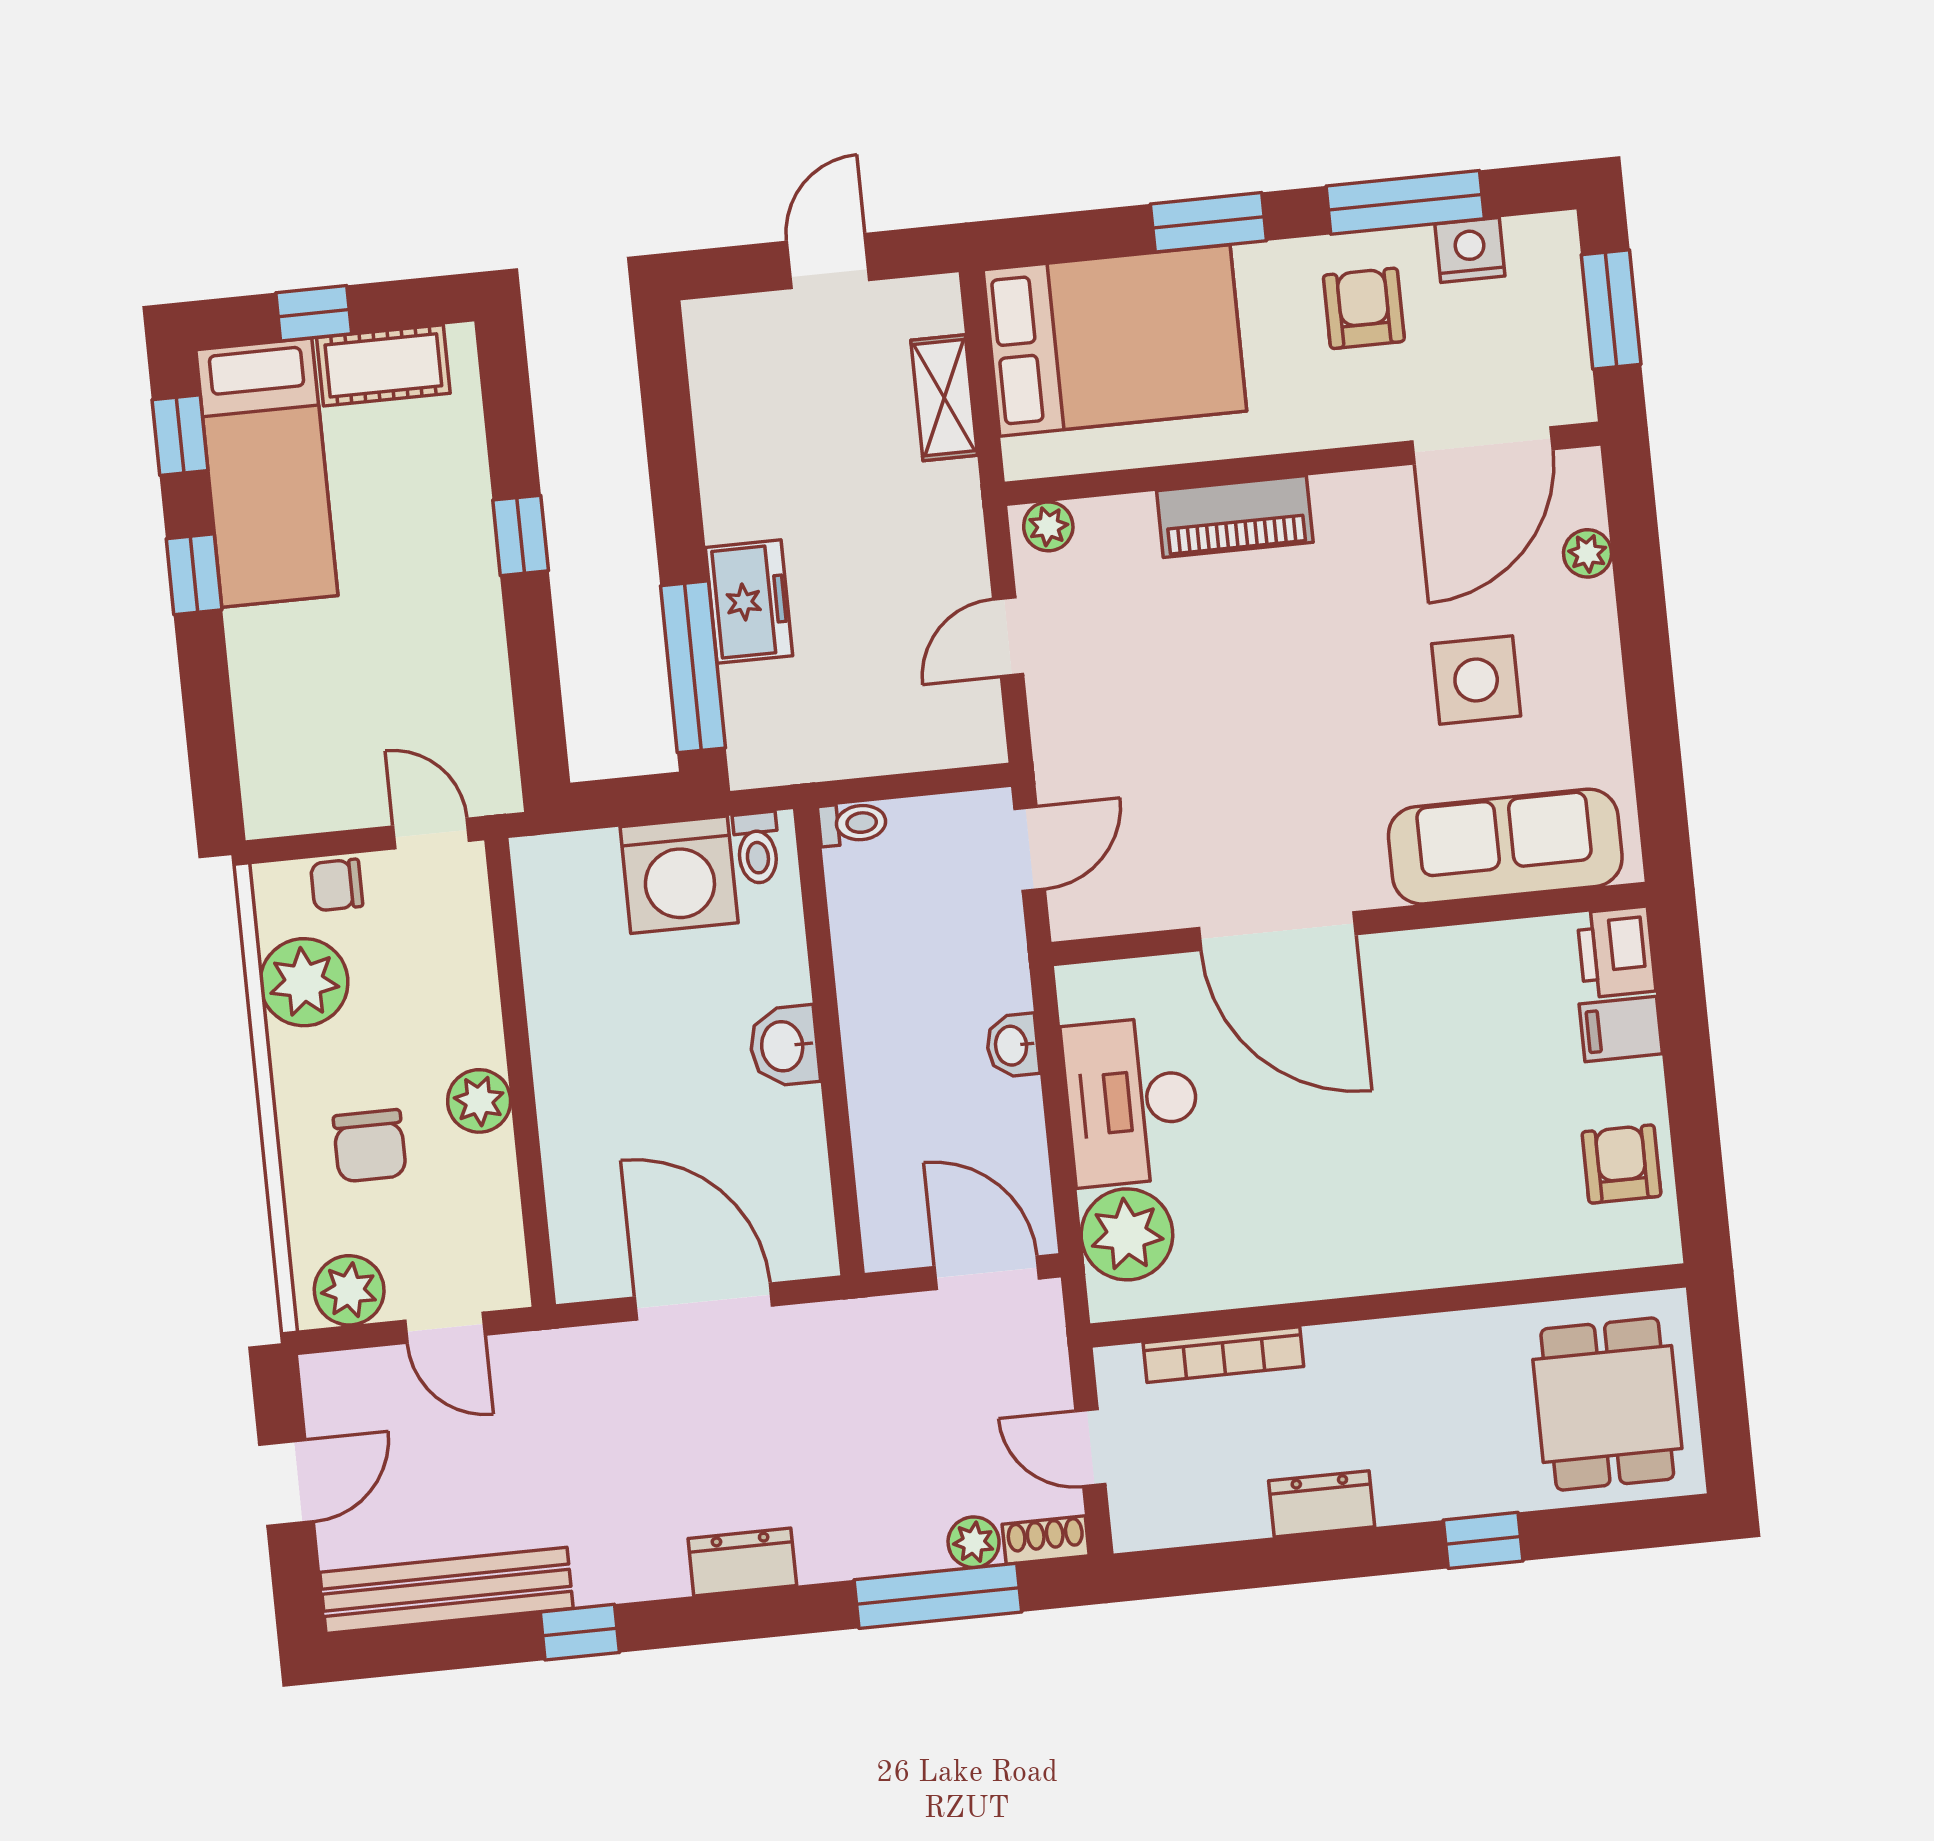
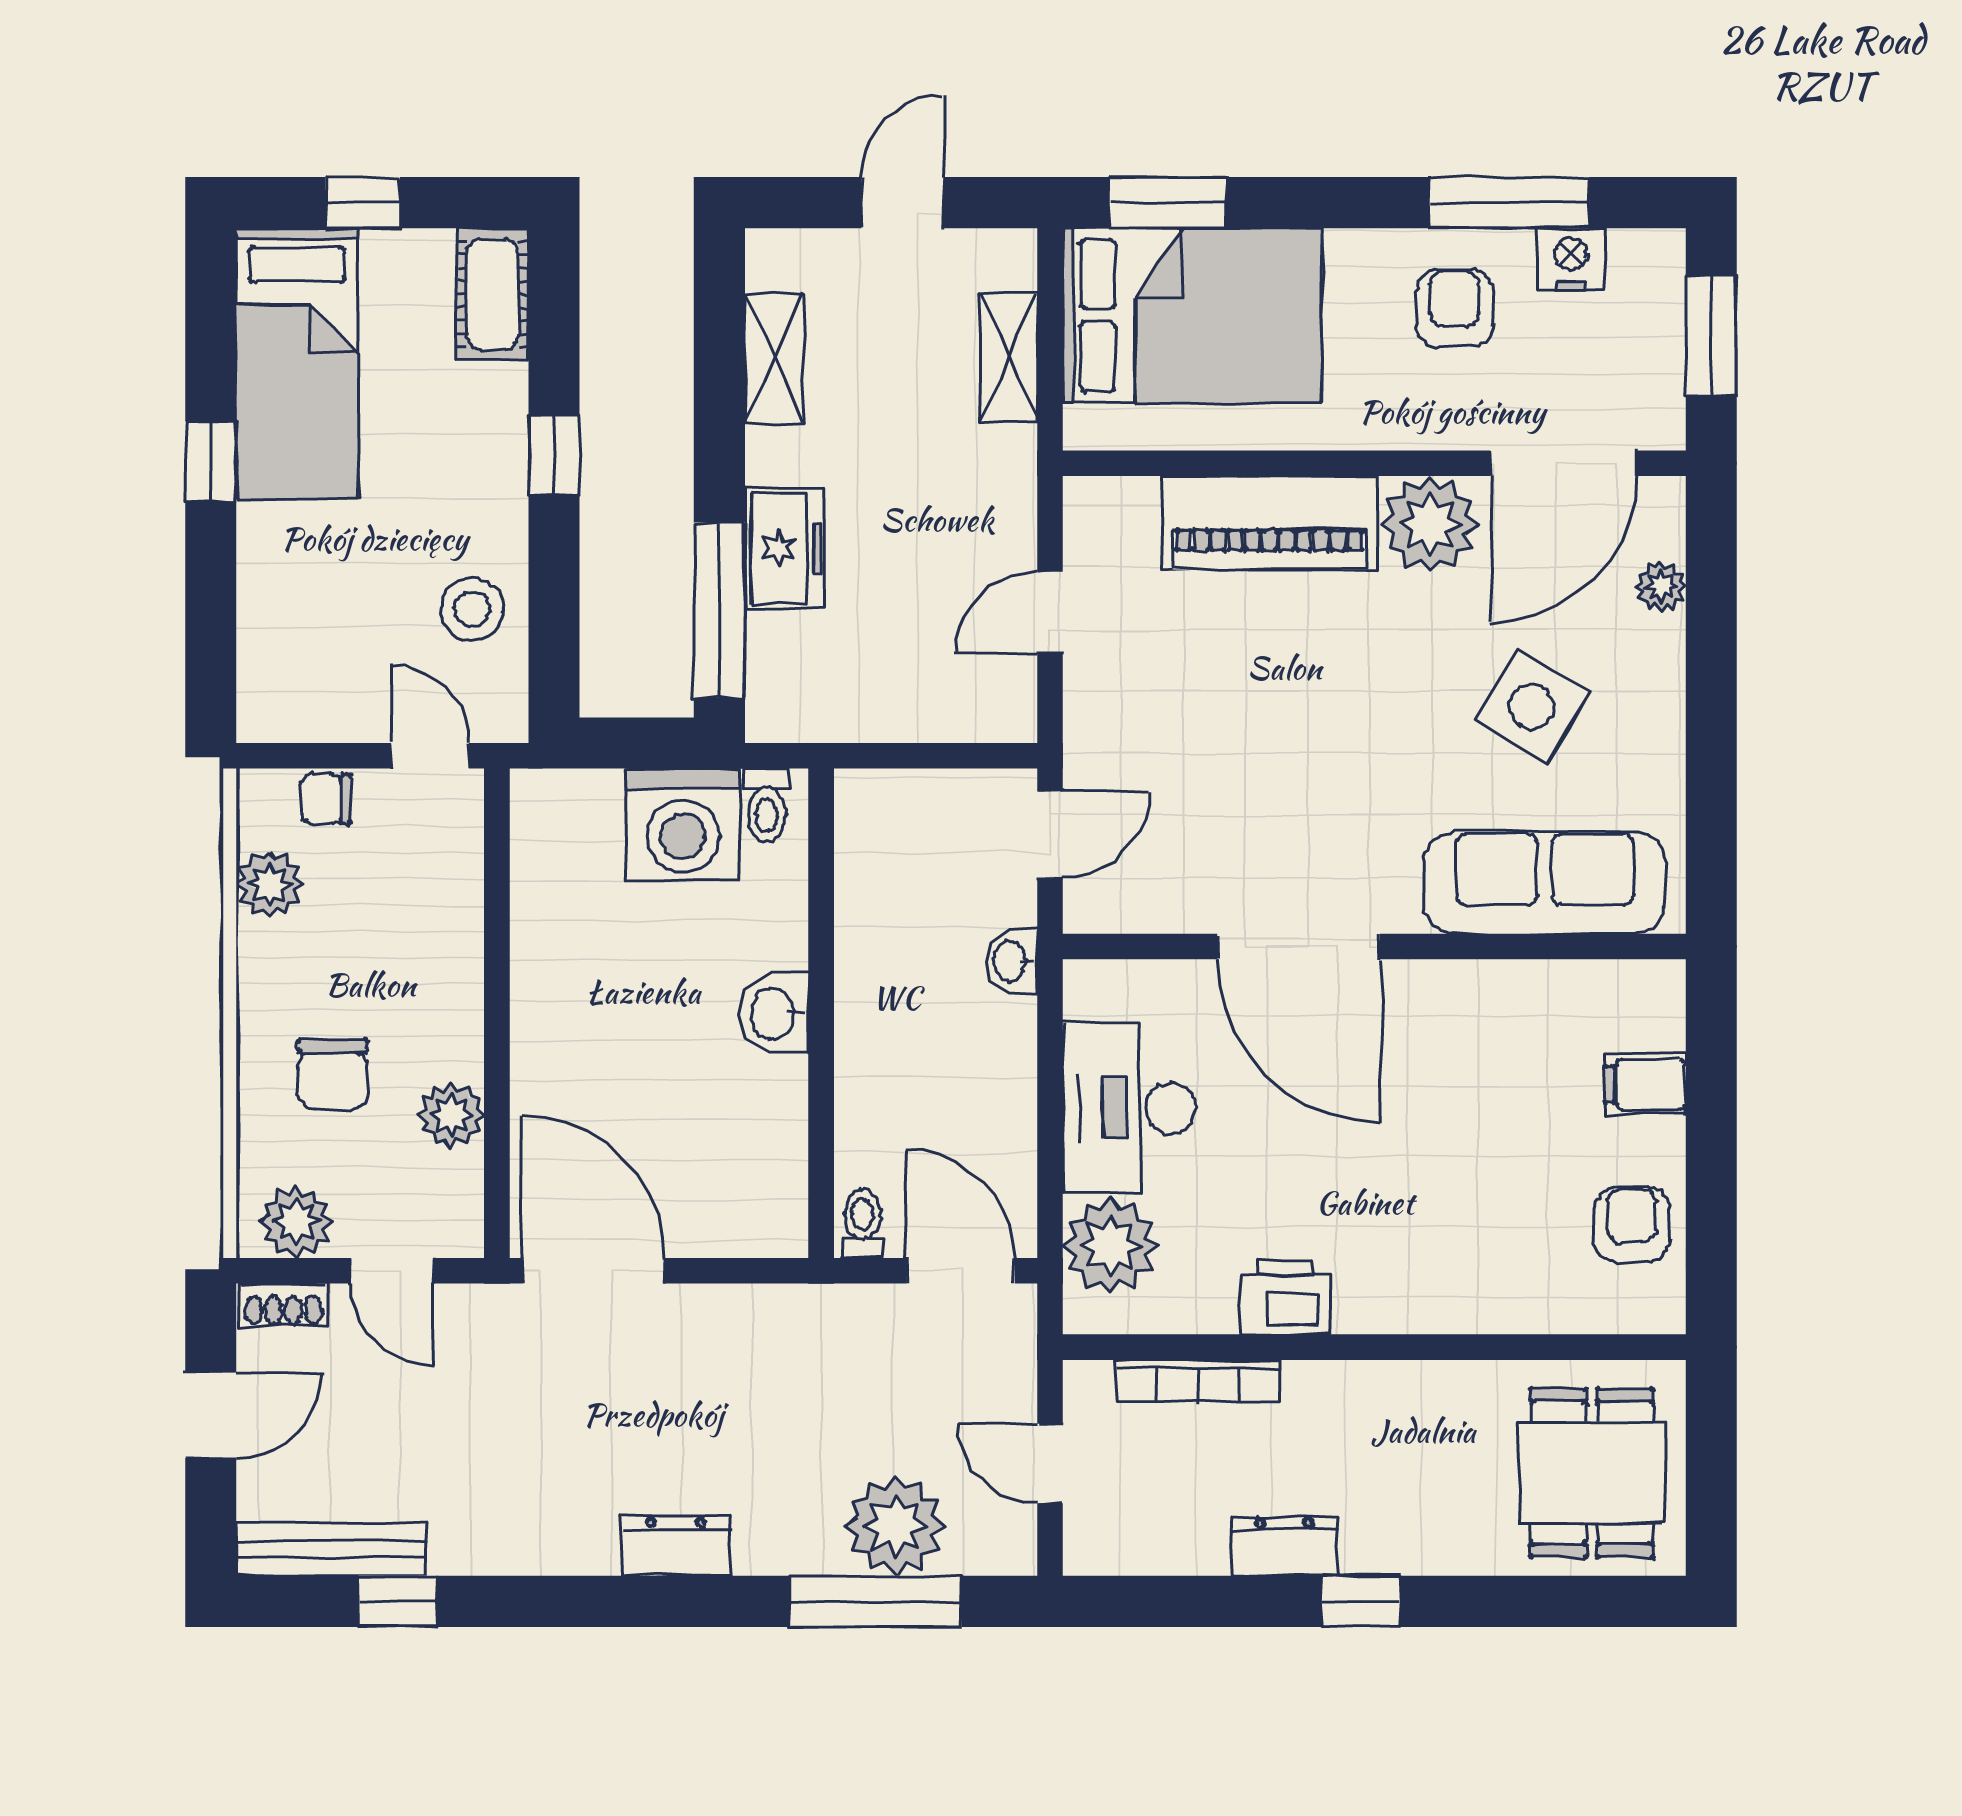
window: (1208, 222) -> (1167, 203), moved
cot: (383, 365) -> (492, 294), moved, turned 90
shelving: (721, 422) -> (774, 358), added
window: (180, 435) -> (211, 315), removed
piano: (1235, 517) -> (1270, 523), width x1.37, depth x1.33
plant: (1048, 526) -> (1430, 524), moved, width x1.88, depth x1.88
side table: (1476, 680) -> (1532, 706), turned 31
stool: (457, 690) -> (472, 609), added
toilet: (852, 824) -> (863, 1223), moved, turned -90
printer: (1616, 952) -> (1285, 1297), moved, turned 90
plant: (304, 982) -> (270, 885), width x0.73, depth x0.73
washbasin: (1013, 1046) -> (1011, 961), moved
plant: (479, 1101) -> (451, 1115), moved
door: (704, 1301) -> (594, 1271), moved
shoe rack: (1046, 1540) -> (284, 1305), moved, turned 180
window: (1483, 1540) -> (1361, 1601), moved
plant: (974, 1542) -> (895, 1526), width x1.87, depth x1.87
bench: (446, 1590) -> (331, 1549), width x0.73, depth x0.82
window: (580, 1632) -> (398, 1601), moved

